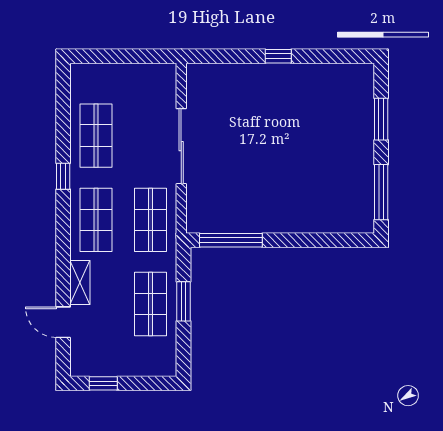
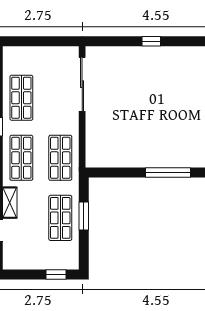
sliding door: (181, 146) -> (82, 84), moved
window: (231, 240) -> (168, 172), moved
window: (103, 383) -> (56, 274), moved

